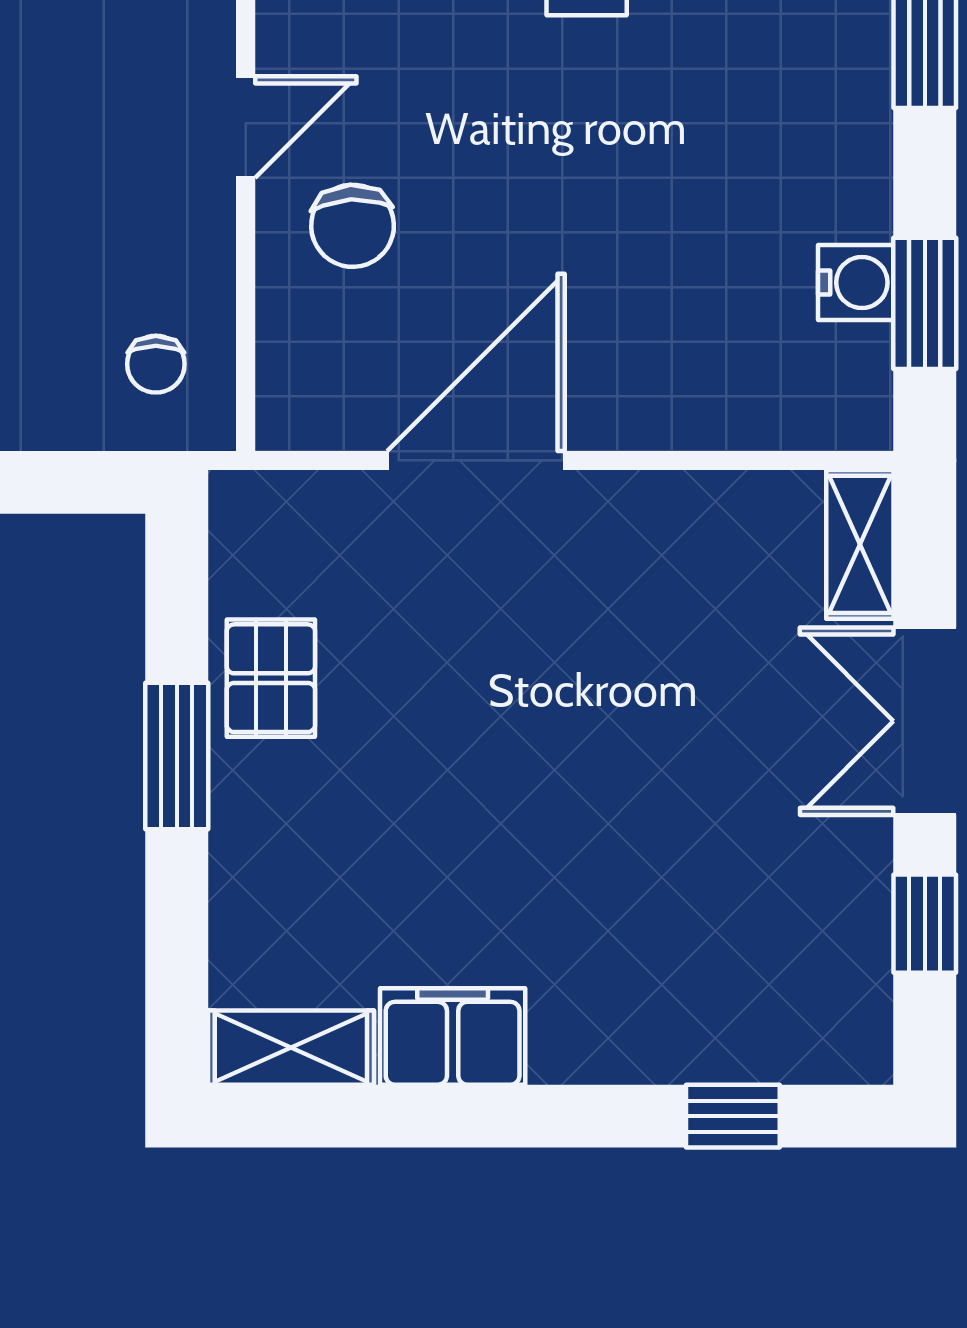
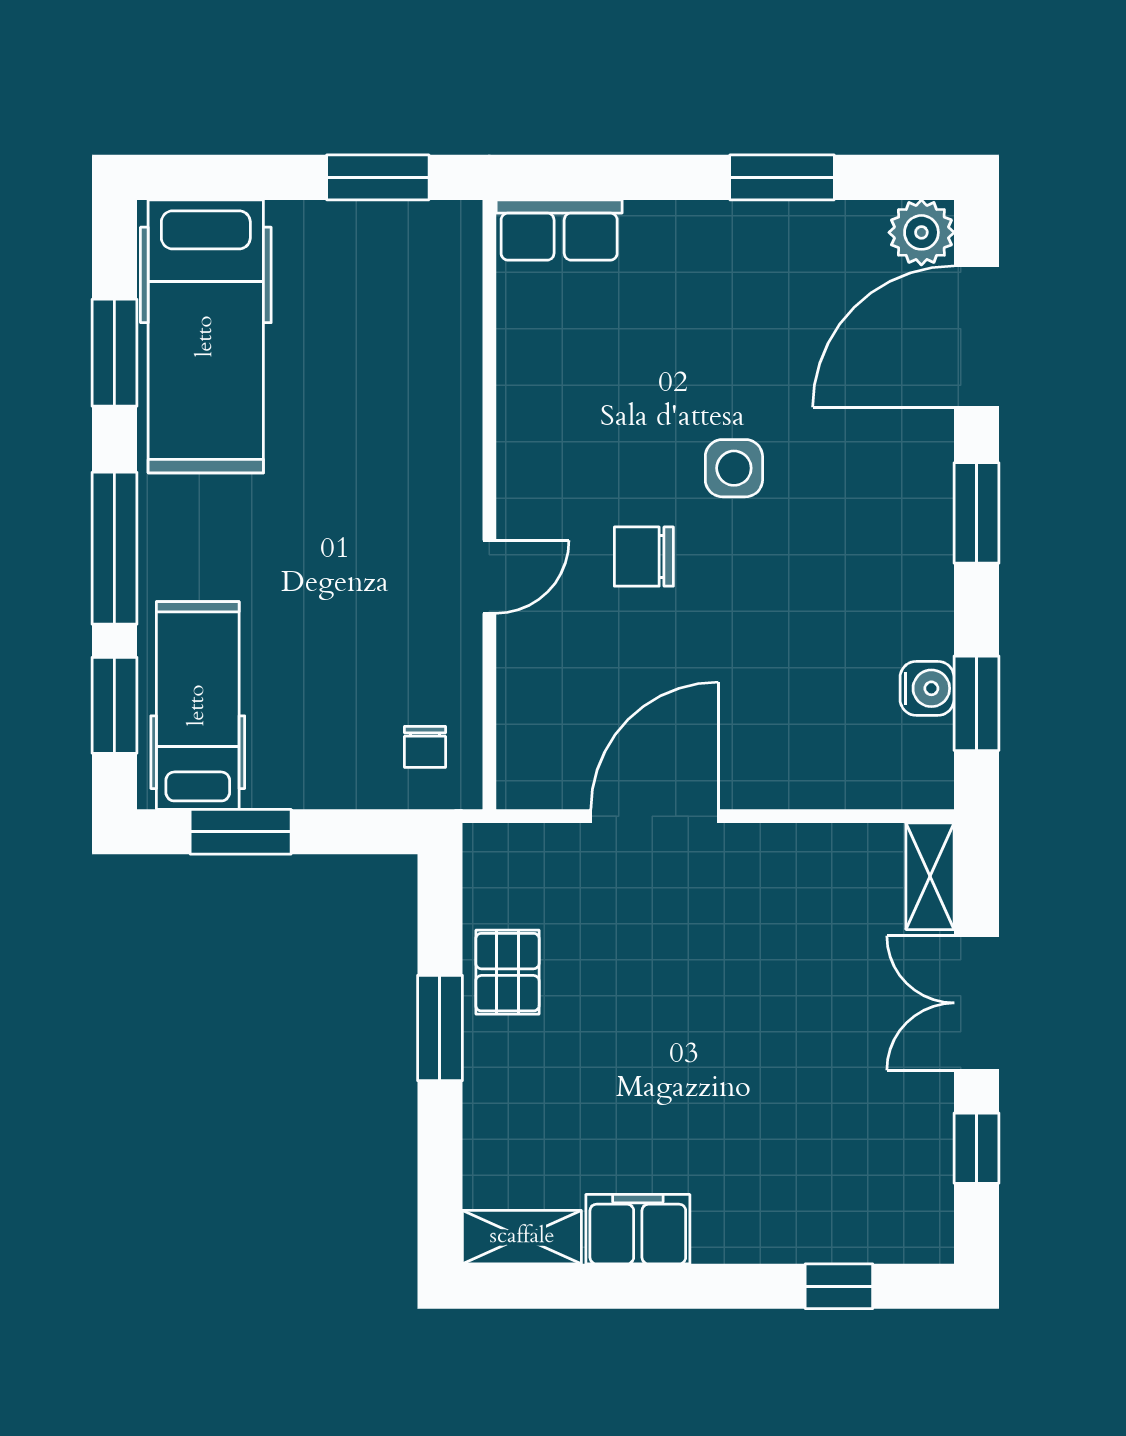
chair: (353, 226) -> (644, 557), moved, turned 93

